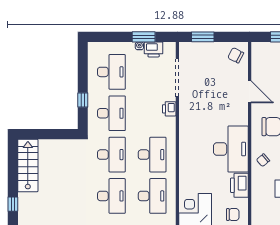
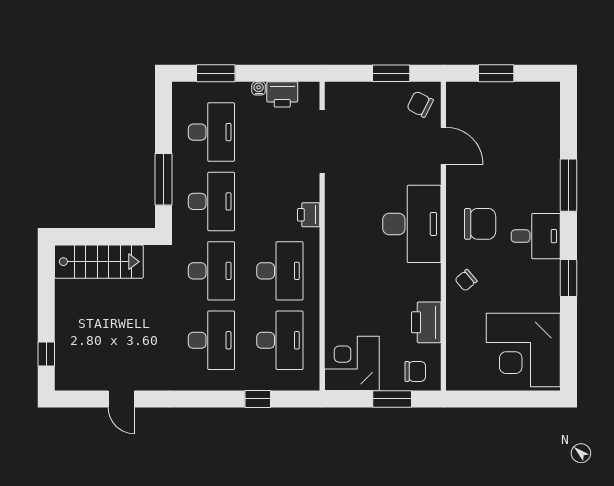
window: (144, 37) -> (216, 73), moved
window: (203, 37) -> (391, 73), moved
door: (250, 92) -> (443, 146), moved
window: (83, 100) -> (163, 179), width x2.17
printer: (169, 109) -> (309, 215), moved
desk: (231, 149) -> (412, 224), moved
stairs: (28, 166) -> (99, 262), moved, turned 90

